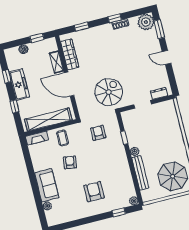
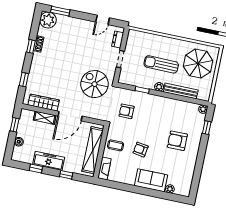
door: (166, 57) -> (103, 20), moved
sun lounger: (156, 143) -> (161, 64), added

